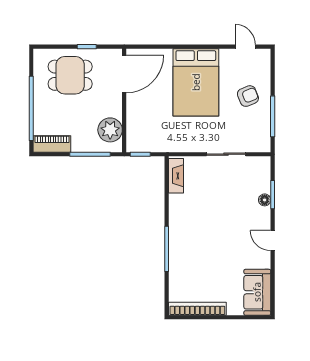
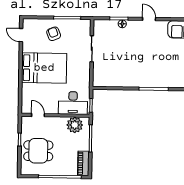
door: (245, 47) -> (21, 35), hinge flipped
door: (124, 74) -> (38, 115), width x0.53
dining table: (70, 75) -> (38, 151), turned 90
desk: (143, 127) -> (73, 103), added
fireplace: (176, 176) -> (105, 82), removed
door: (273, 241) -> (149, 19), swing flipped

